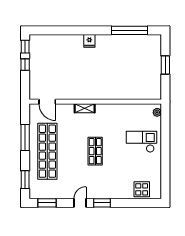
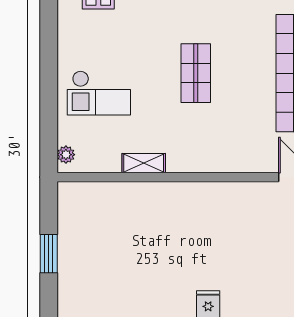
shelving: (85, 108) -> (144, 163), moved

